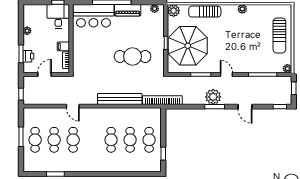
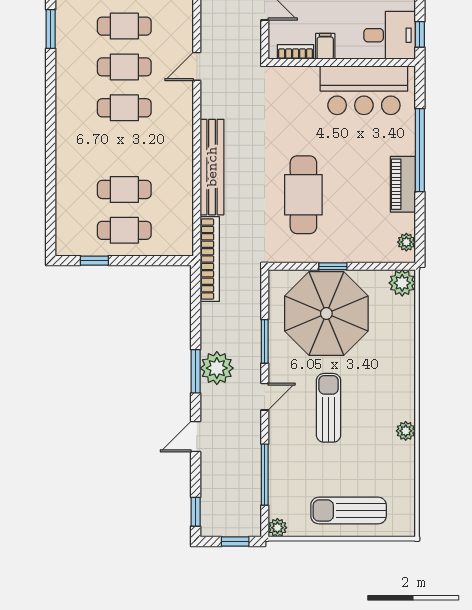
sun lounger: (205, 12) -> (329, 408), moved
bar counter: (93, 16) -> (364, 90), moved, turned -90
cafe table: (111, 140) -> (124, 108), moved

